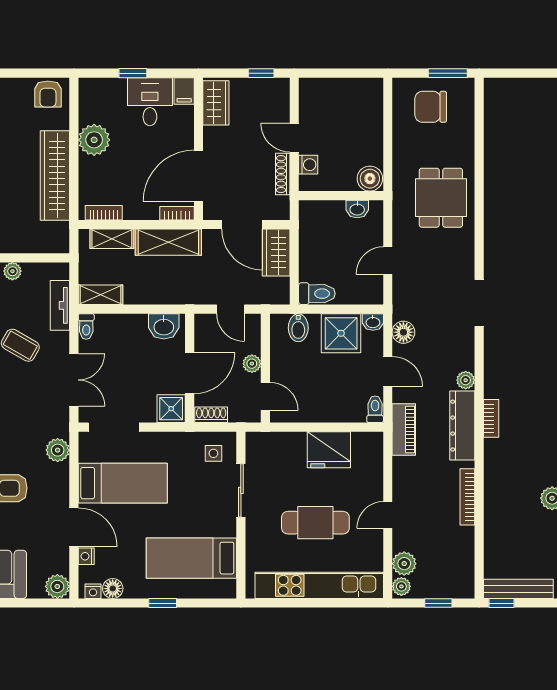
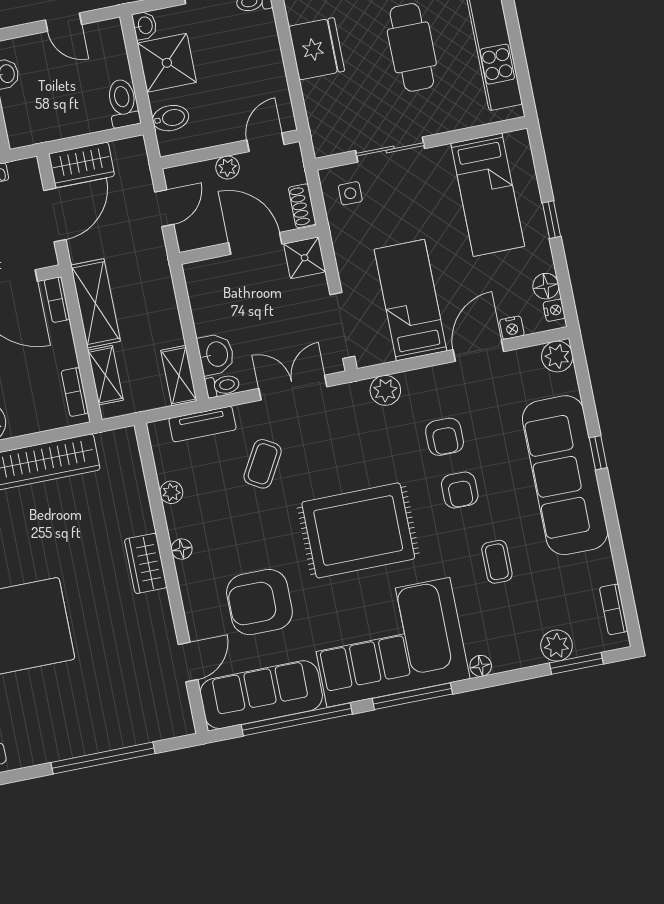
washbasin: (164, 326) -> (216, 354), moved

